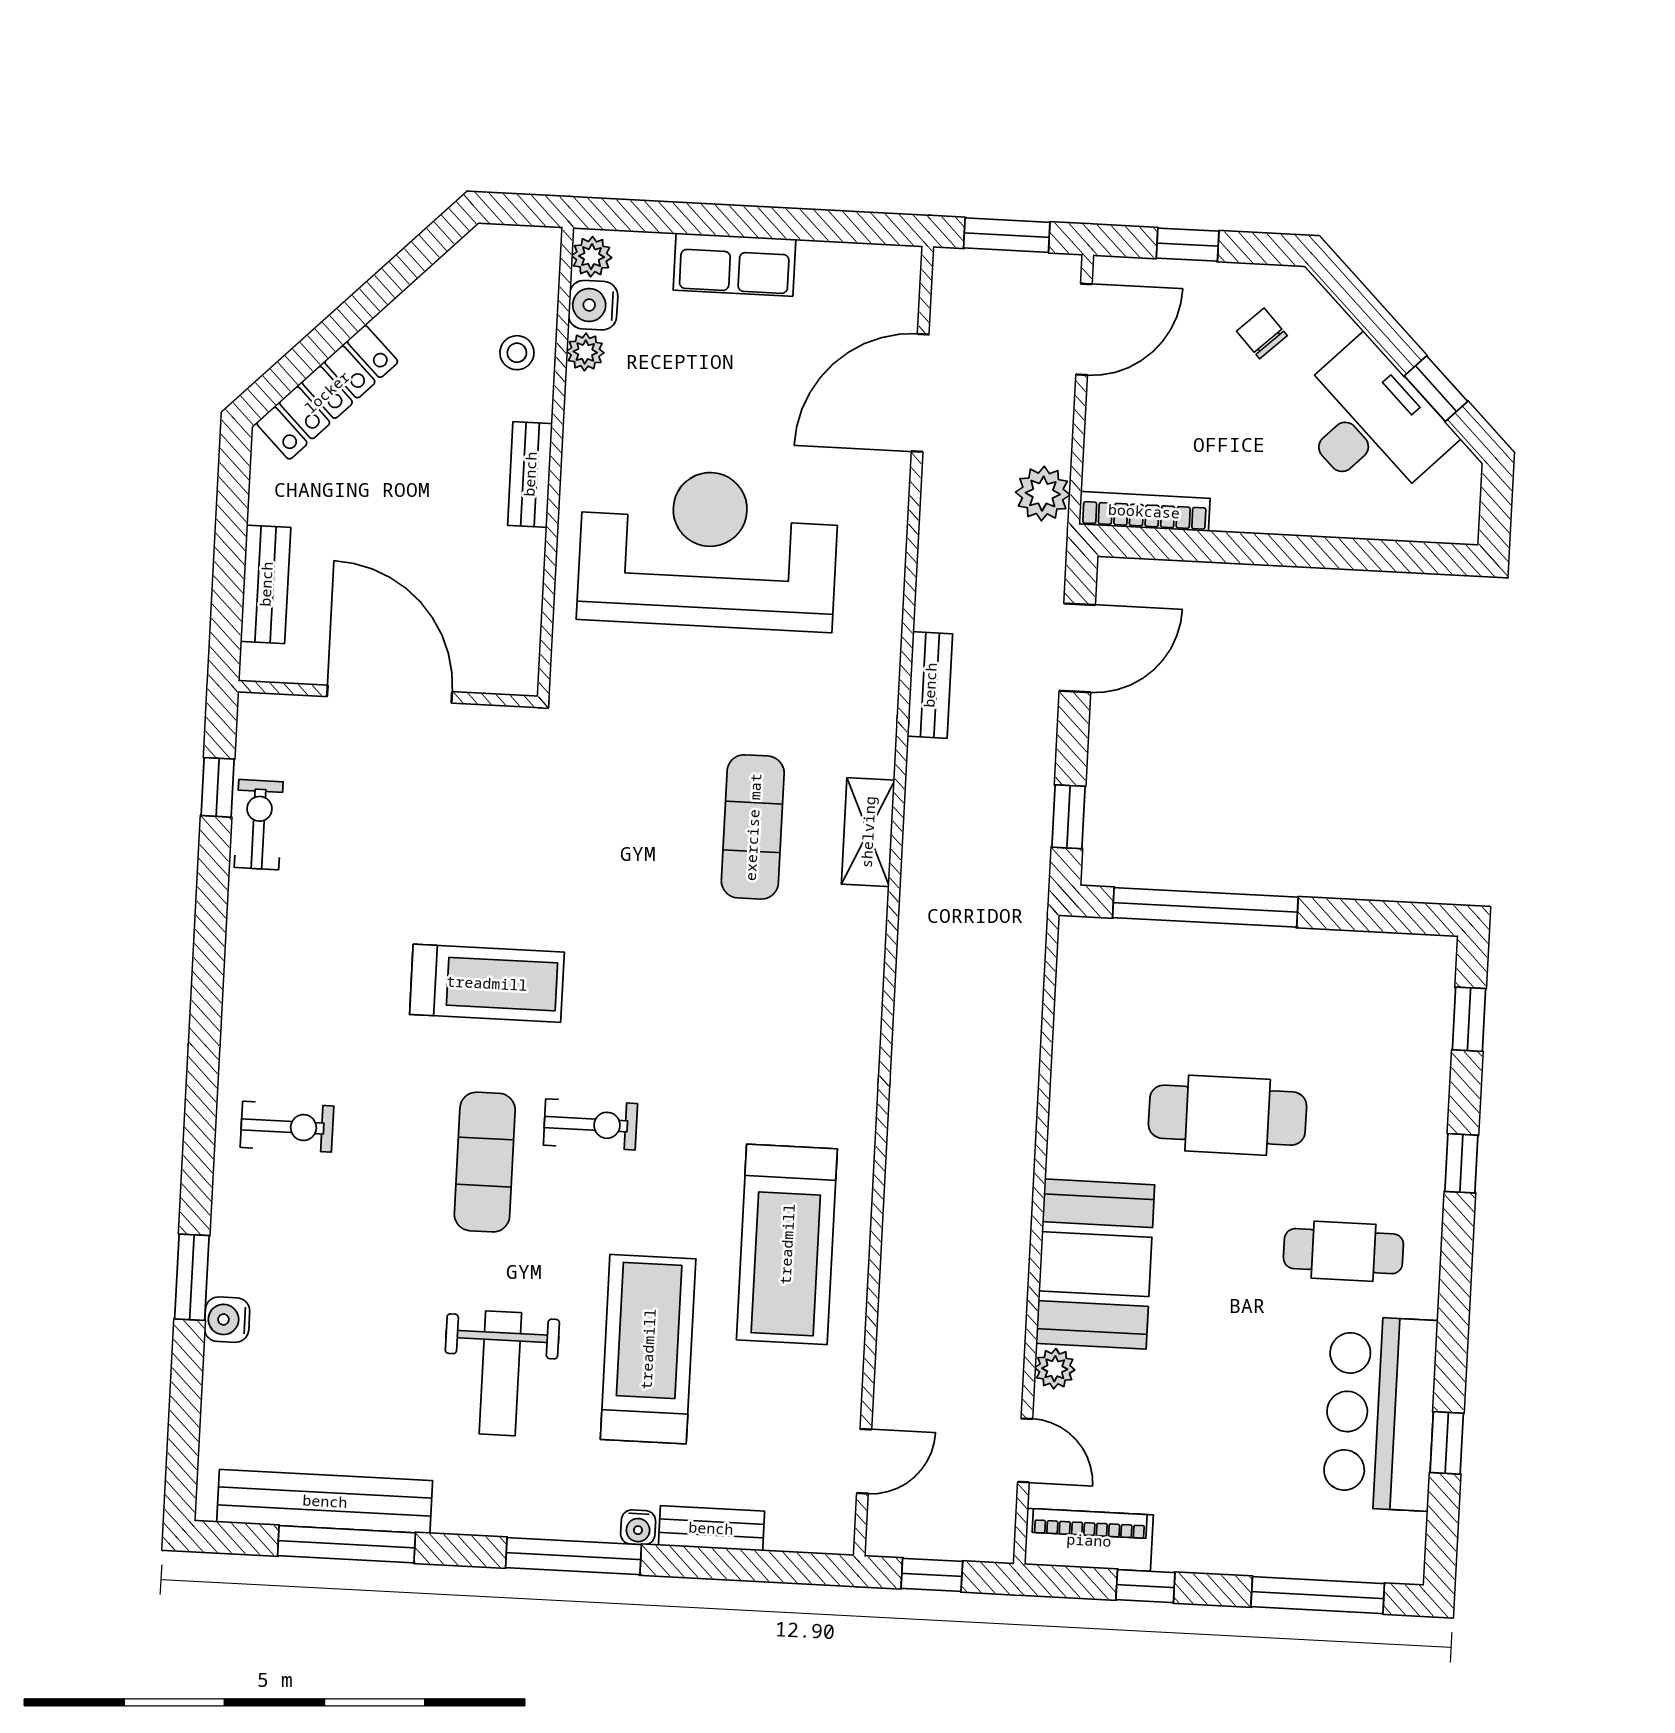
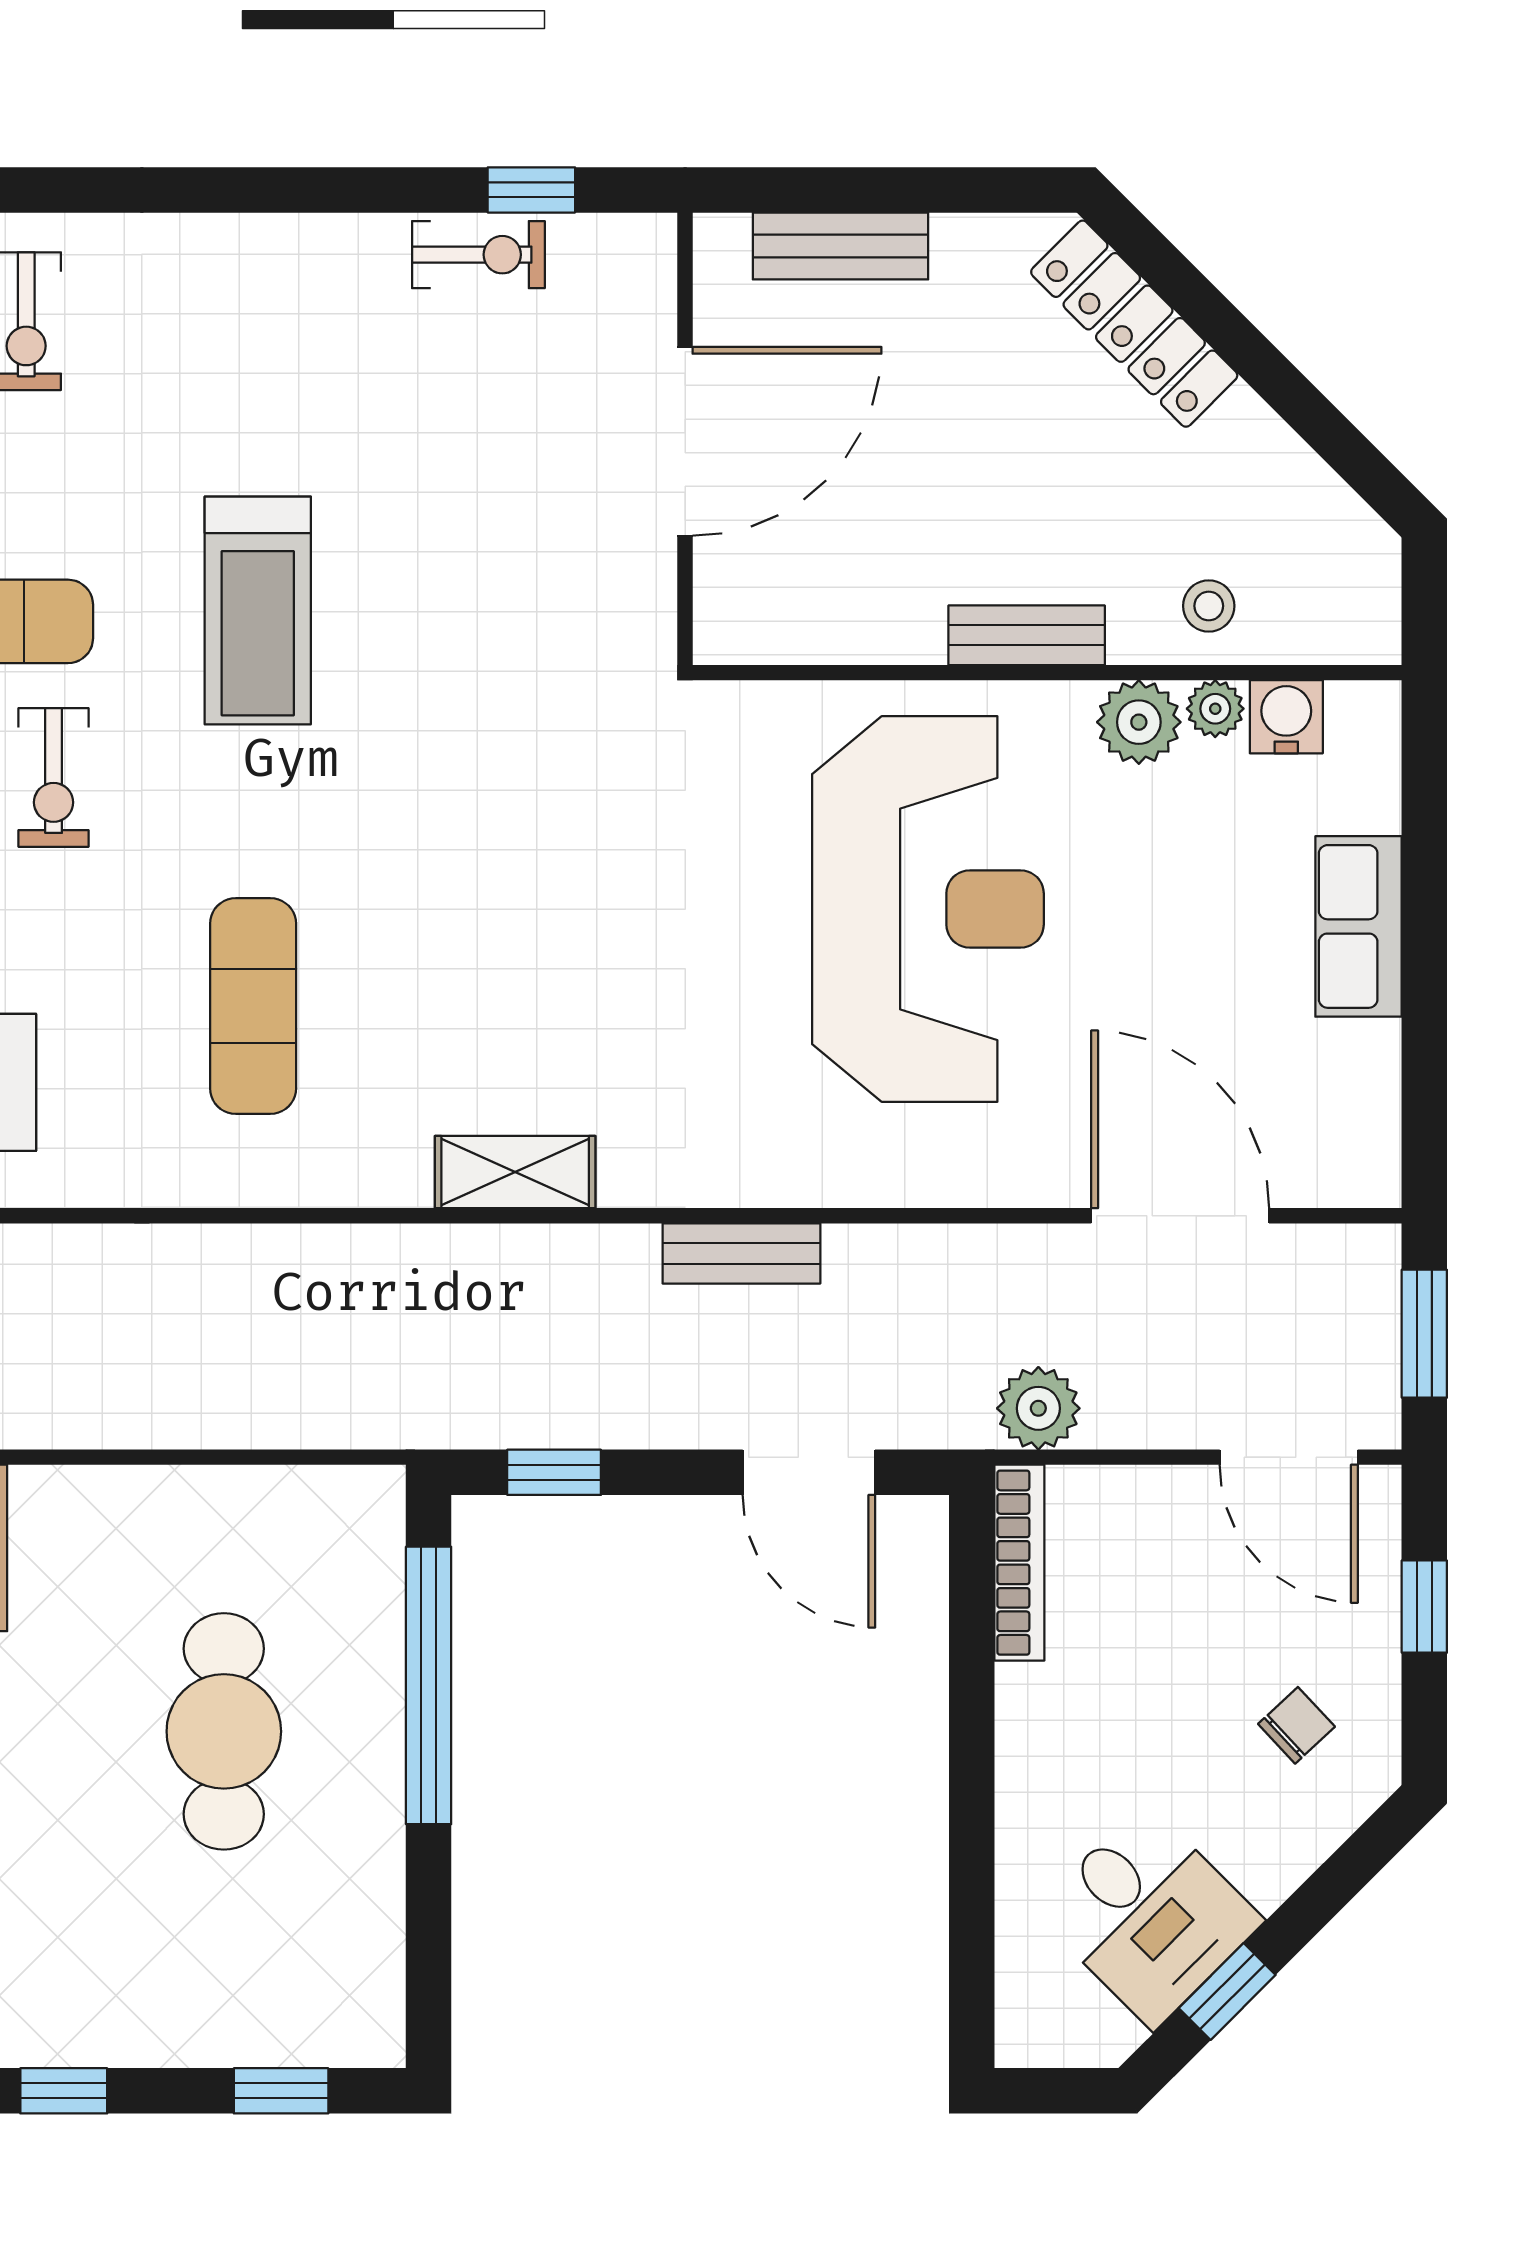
plant: (592, 257) -> (1139, 722), moved, width x1.38, depth x1.38
desk: (1370, 423) -> (1149, 1916), width x0.73
exercise mat: (753, 827) -> (253, 1006), moved, turned 90
cafe table: (1228, 1115) -> (224, 1731), moved

